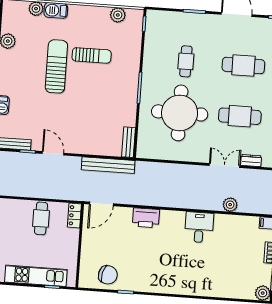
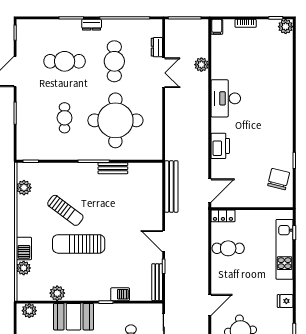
sun lounger: (92, 55) -> (65, 210), turned 127
cafe table: (186, 61) -> (65, 118), turned 90
cafe table: (243, 65) -> (65, 61), turned 90
bench: (129, 142) -> (113, 168), moved
door: (53, 153) -> (164, 241), hinge flipped
double door: (225, 166) -> (164, 73), swing flipped
door: (101, 204) -> (210, 190), hinge flipped
desk: (199, 227) -> (226, 98), width x1.37

